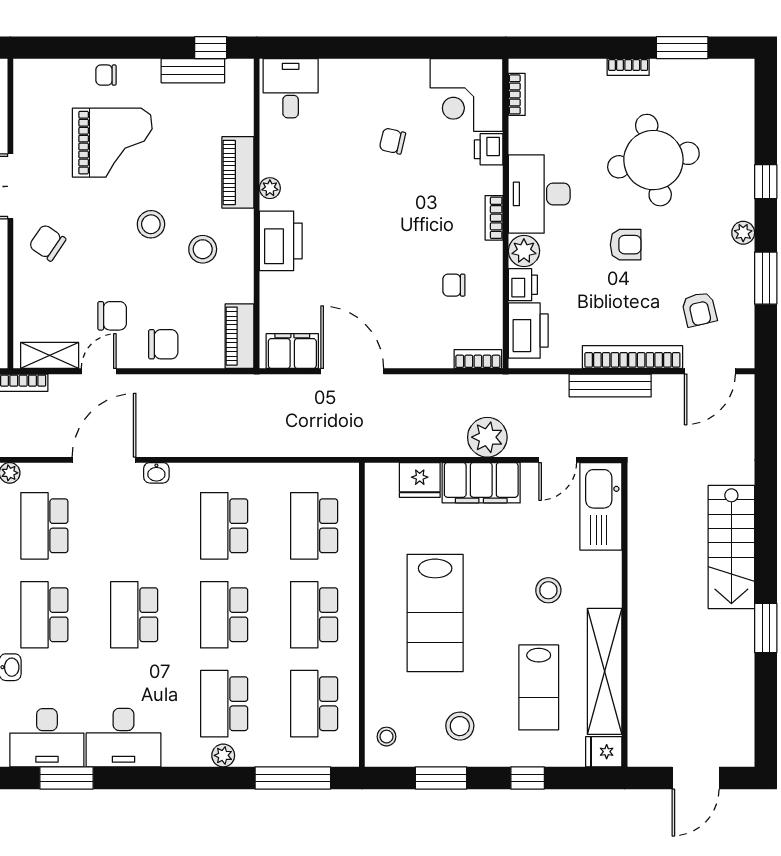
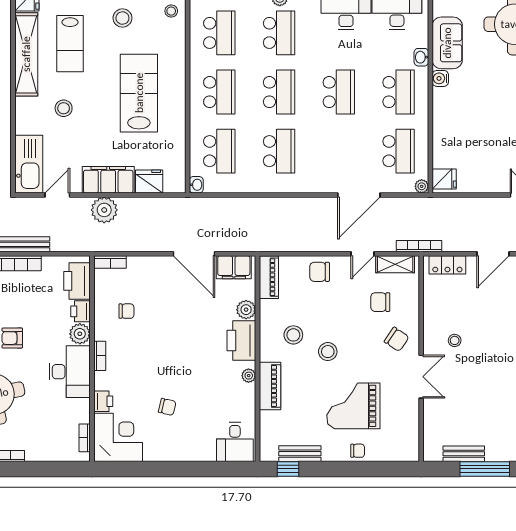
plant: (274, 287) -> (246, 310), added
chair: (112, 316) -> (380, 302), moved
washbasin: (156, 473) -> (196, 185), moved, turned 90
lab bench: (539, 687) -> (70, 44), turned 180

